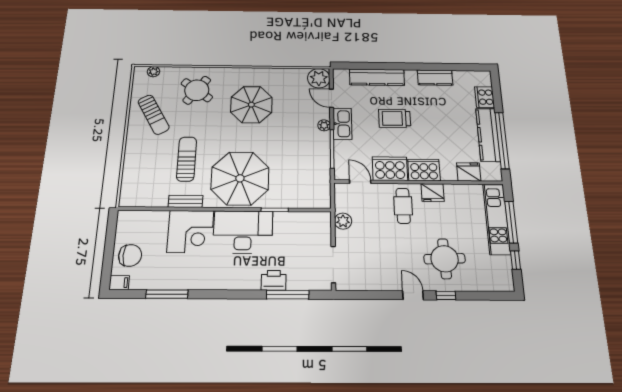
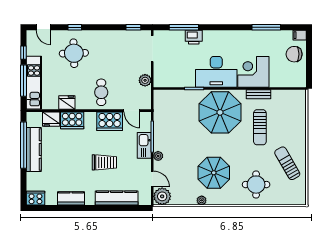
plant: (153, 72) -> (202, 200), moved
round table: (197, 90) -> (256, 185), turned -36
cooker: (485, 97) -> (35, 198), moved, turned -90
kitchen sink: (342, 124) -> (144, 145), moved
cooker: (424, 170) -> (72, 120), moved
fridge: (433, 193) -> (67, 103), moved
window: (361, 295) -> (133, 27), added
door: (413, 295) -> (43, 27), moved

